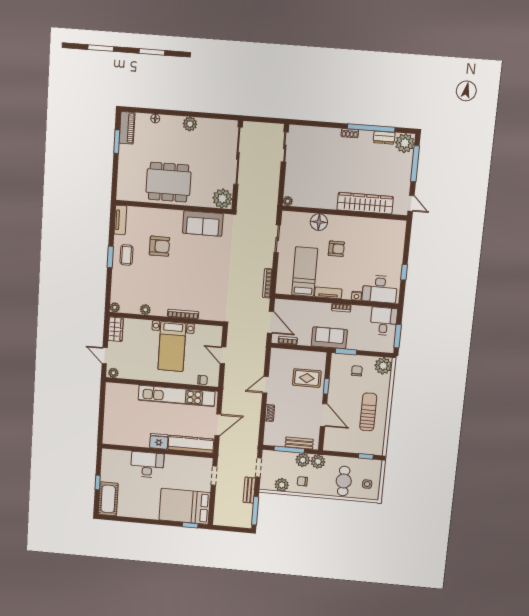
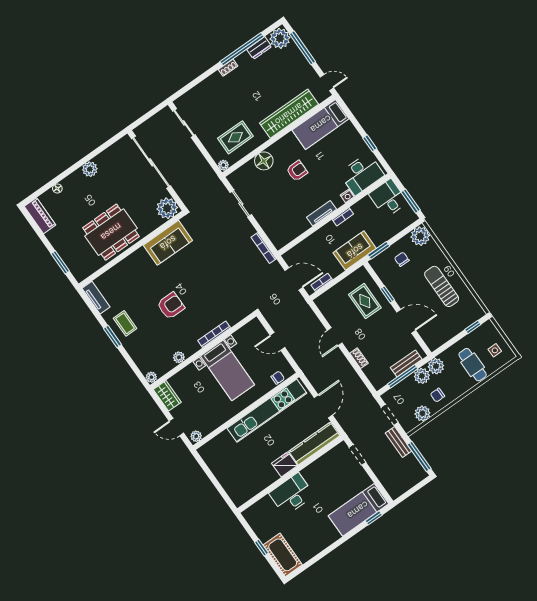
window: (117, 142) -> (60, 262), moved
rug: (313, 188) -> (235, 137), added
armchair: (159, 246) -> (171, 306), moved
bed: (305, 272) -> (321, 124), moved, turned -90
rug: (307, 378) -> (365, 301), turned 90
bed: (185, 506) -> (358, 510), width x0.67

